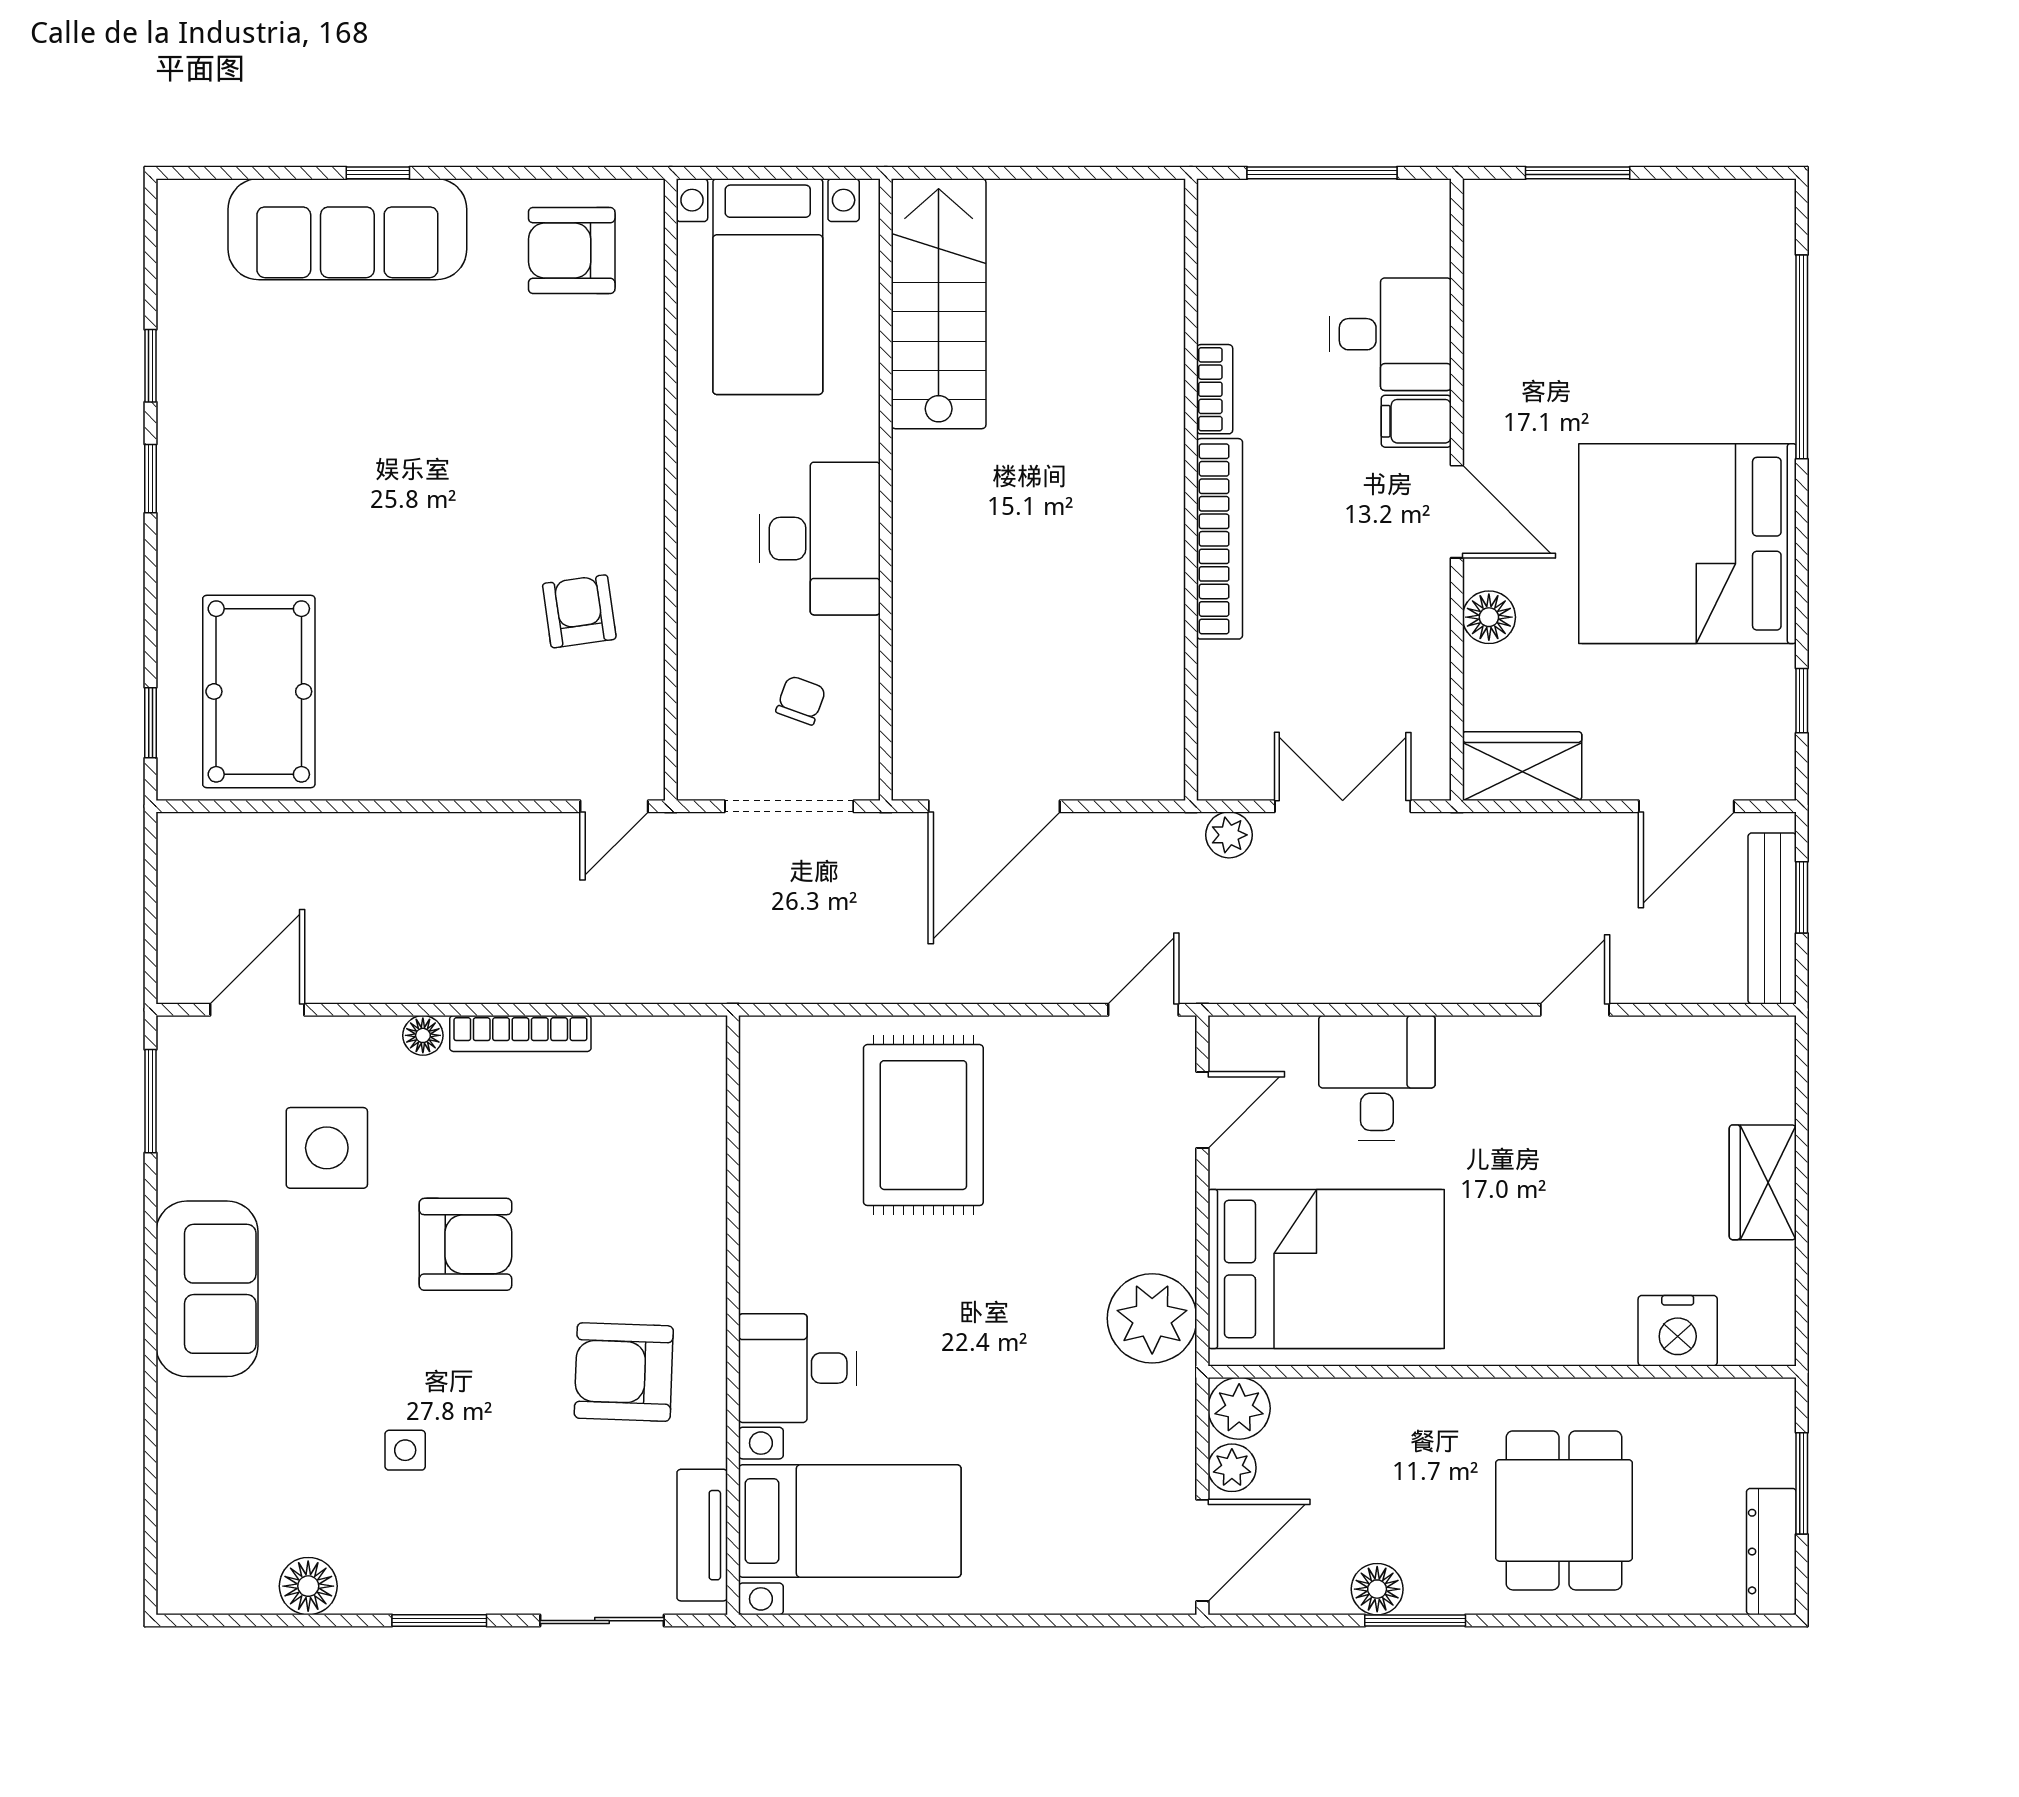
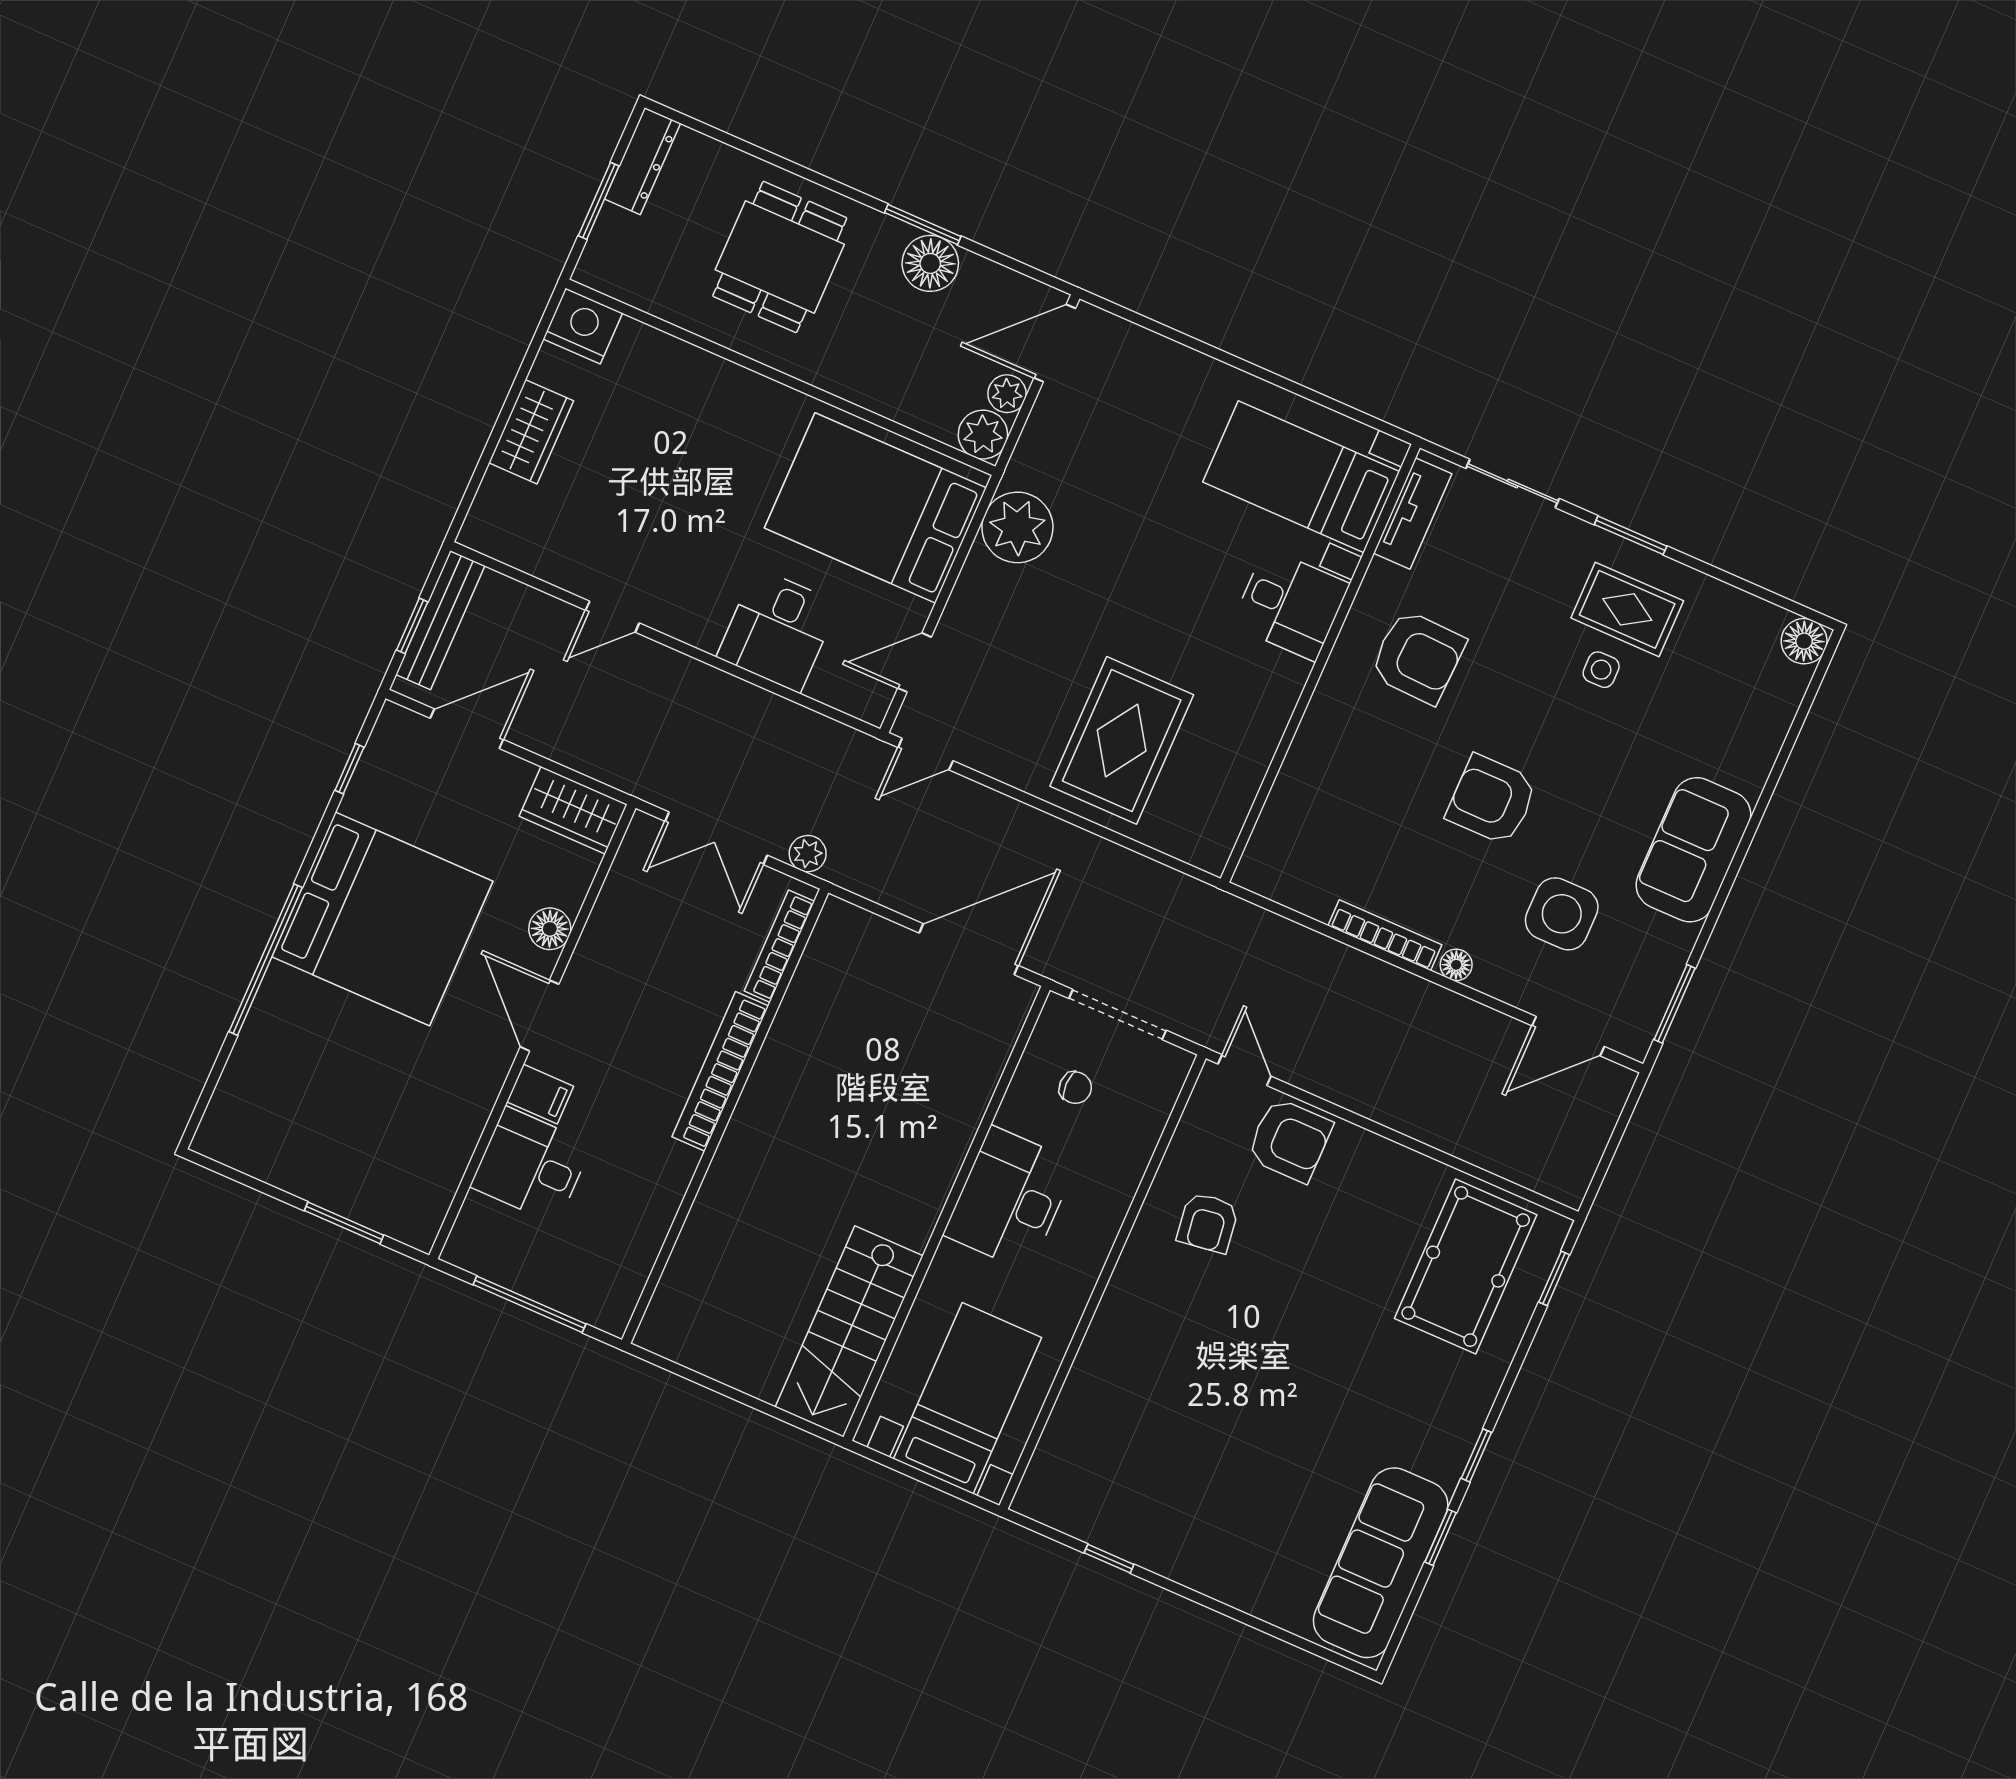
window: (378, 173) -> (1109, 1559), moved
sofa: (347, 229) -> (1381, 1563), moved, turned -90
armchair: (572, 251) -> (1290, 1140), moved
window: (1802, 357) -> (266, 960), moved
bookcase: (1215, 389) -> (779, 946), moved, width x1.56
chair: (801, 700) -> (1075, 1088), turned -110
door: (614, 806) -> (1244, 1070), hinge flipped
nightstand: (1678, 1331) -> (583, 326), moved
rug: (406, 1533) -> (1627, 609), added
floor lamp: (308, 1586) -> (1804, 641), moved
floor lamp: (1377, 1589) -> (930, 263), width x1.38, depth x1.38

